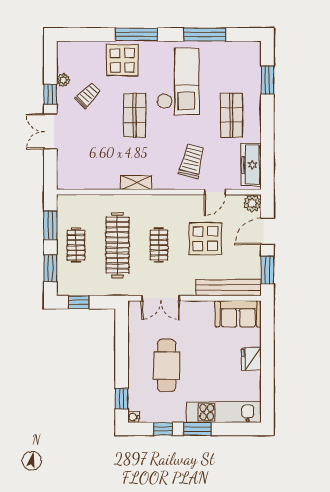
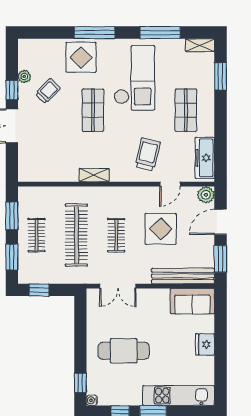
shelving: (246, 48) -> (200, 45), added
cafe table: (167, 366) -> (124, 351), turned 90

